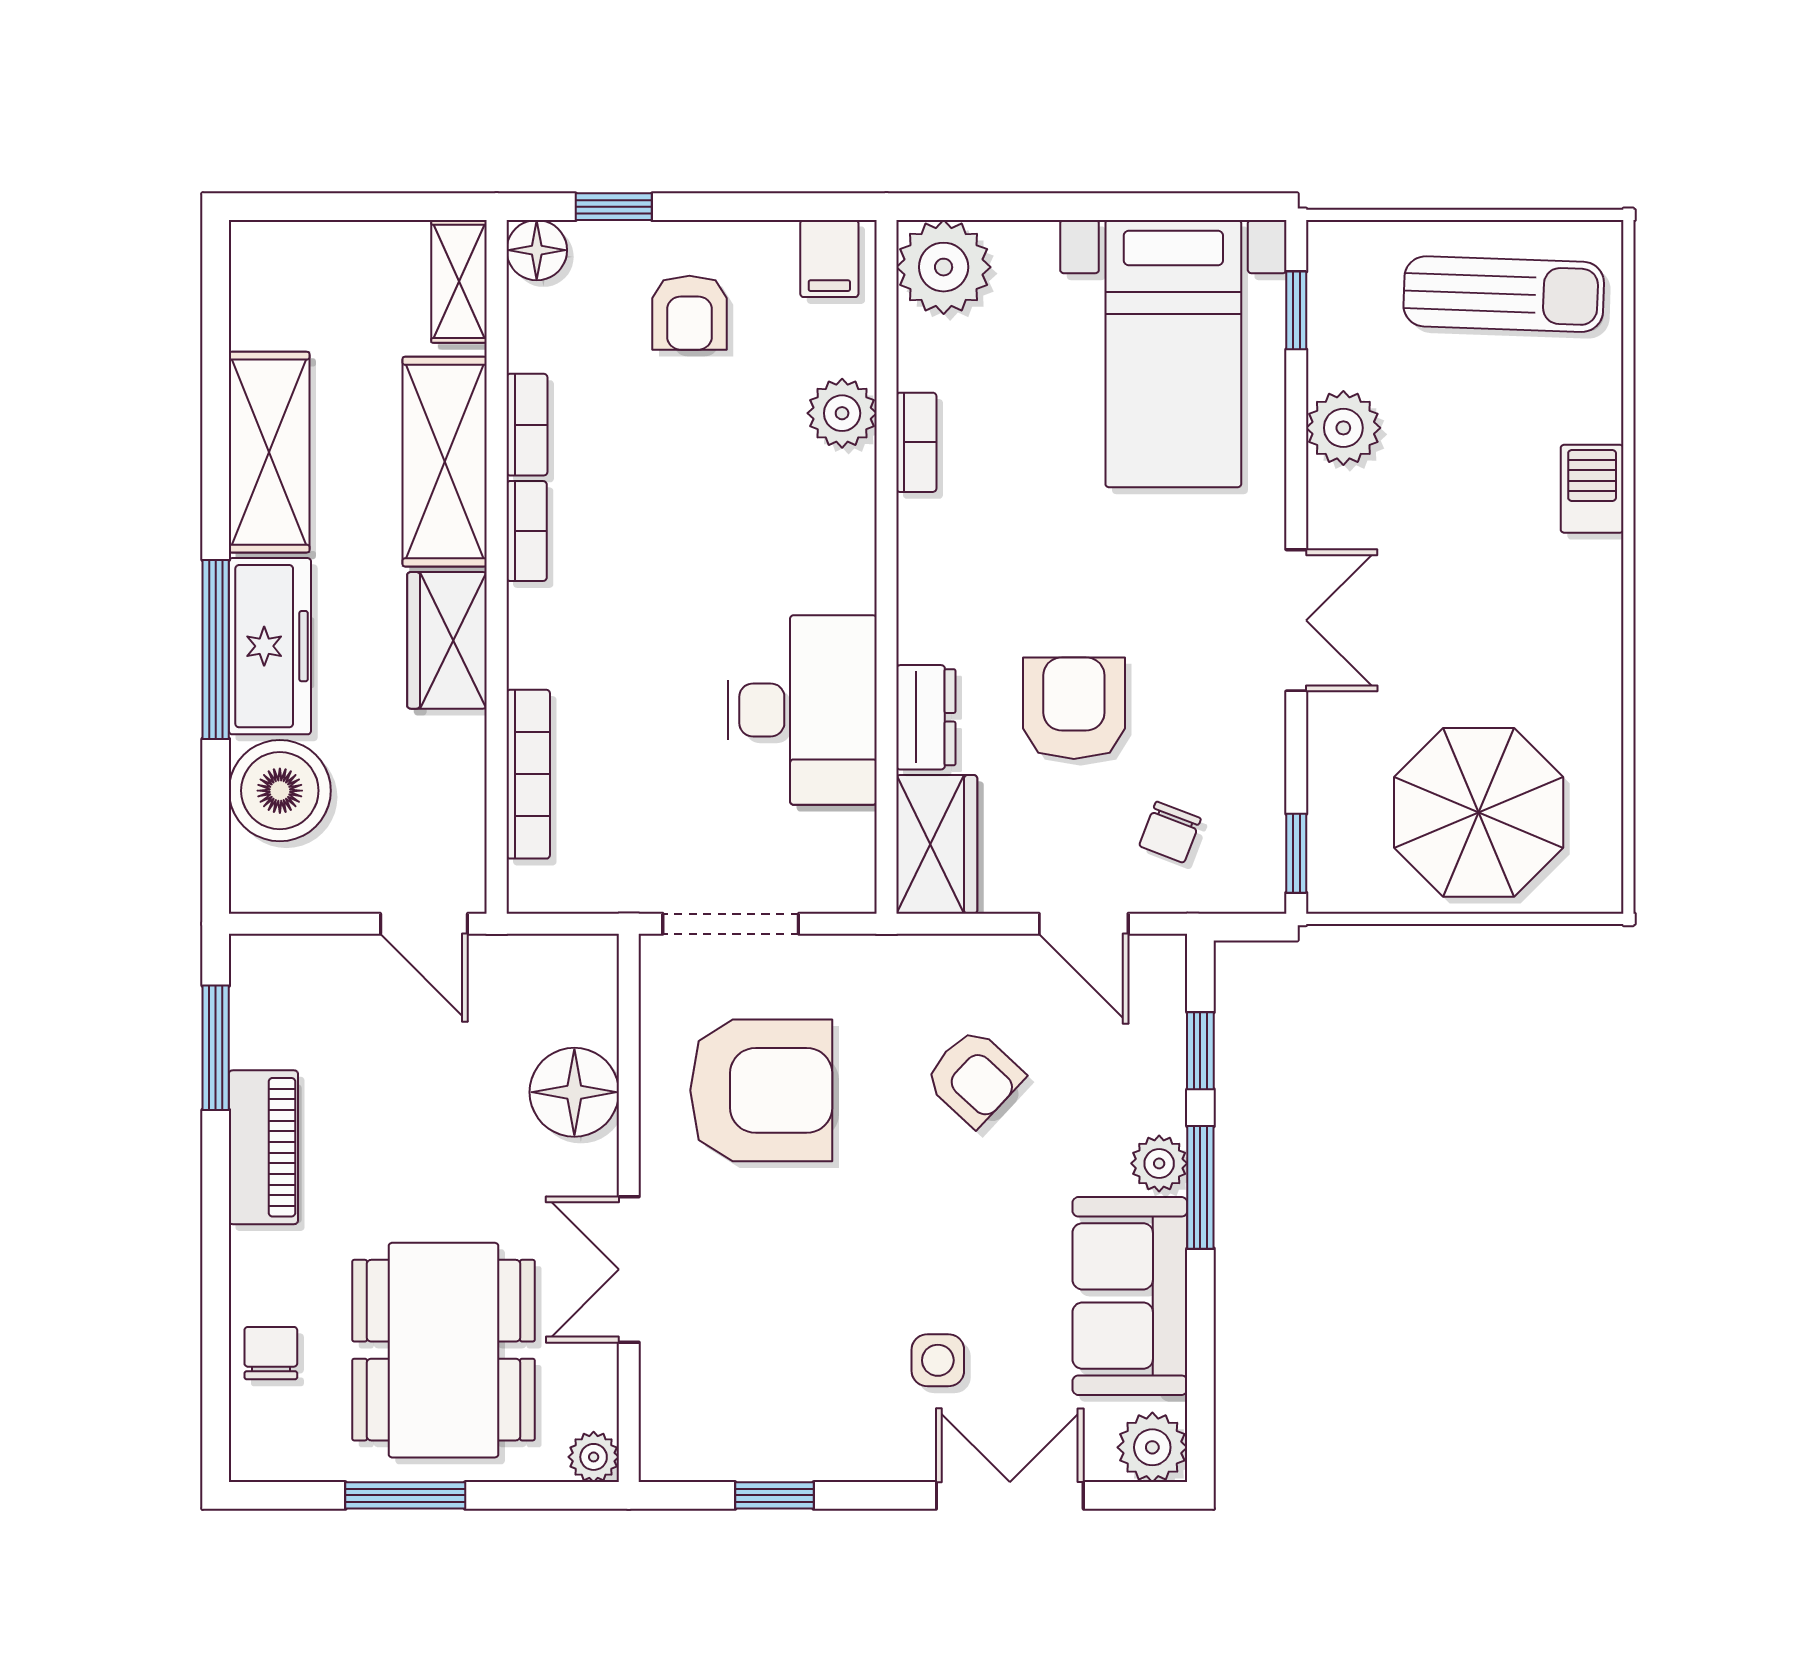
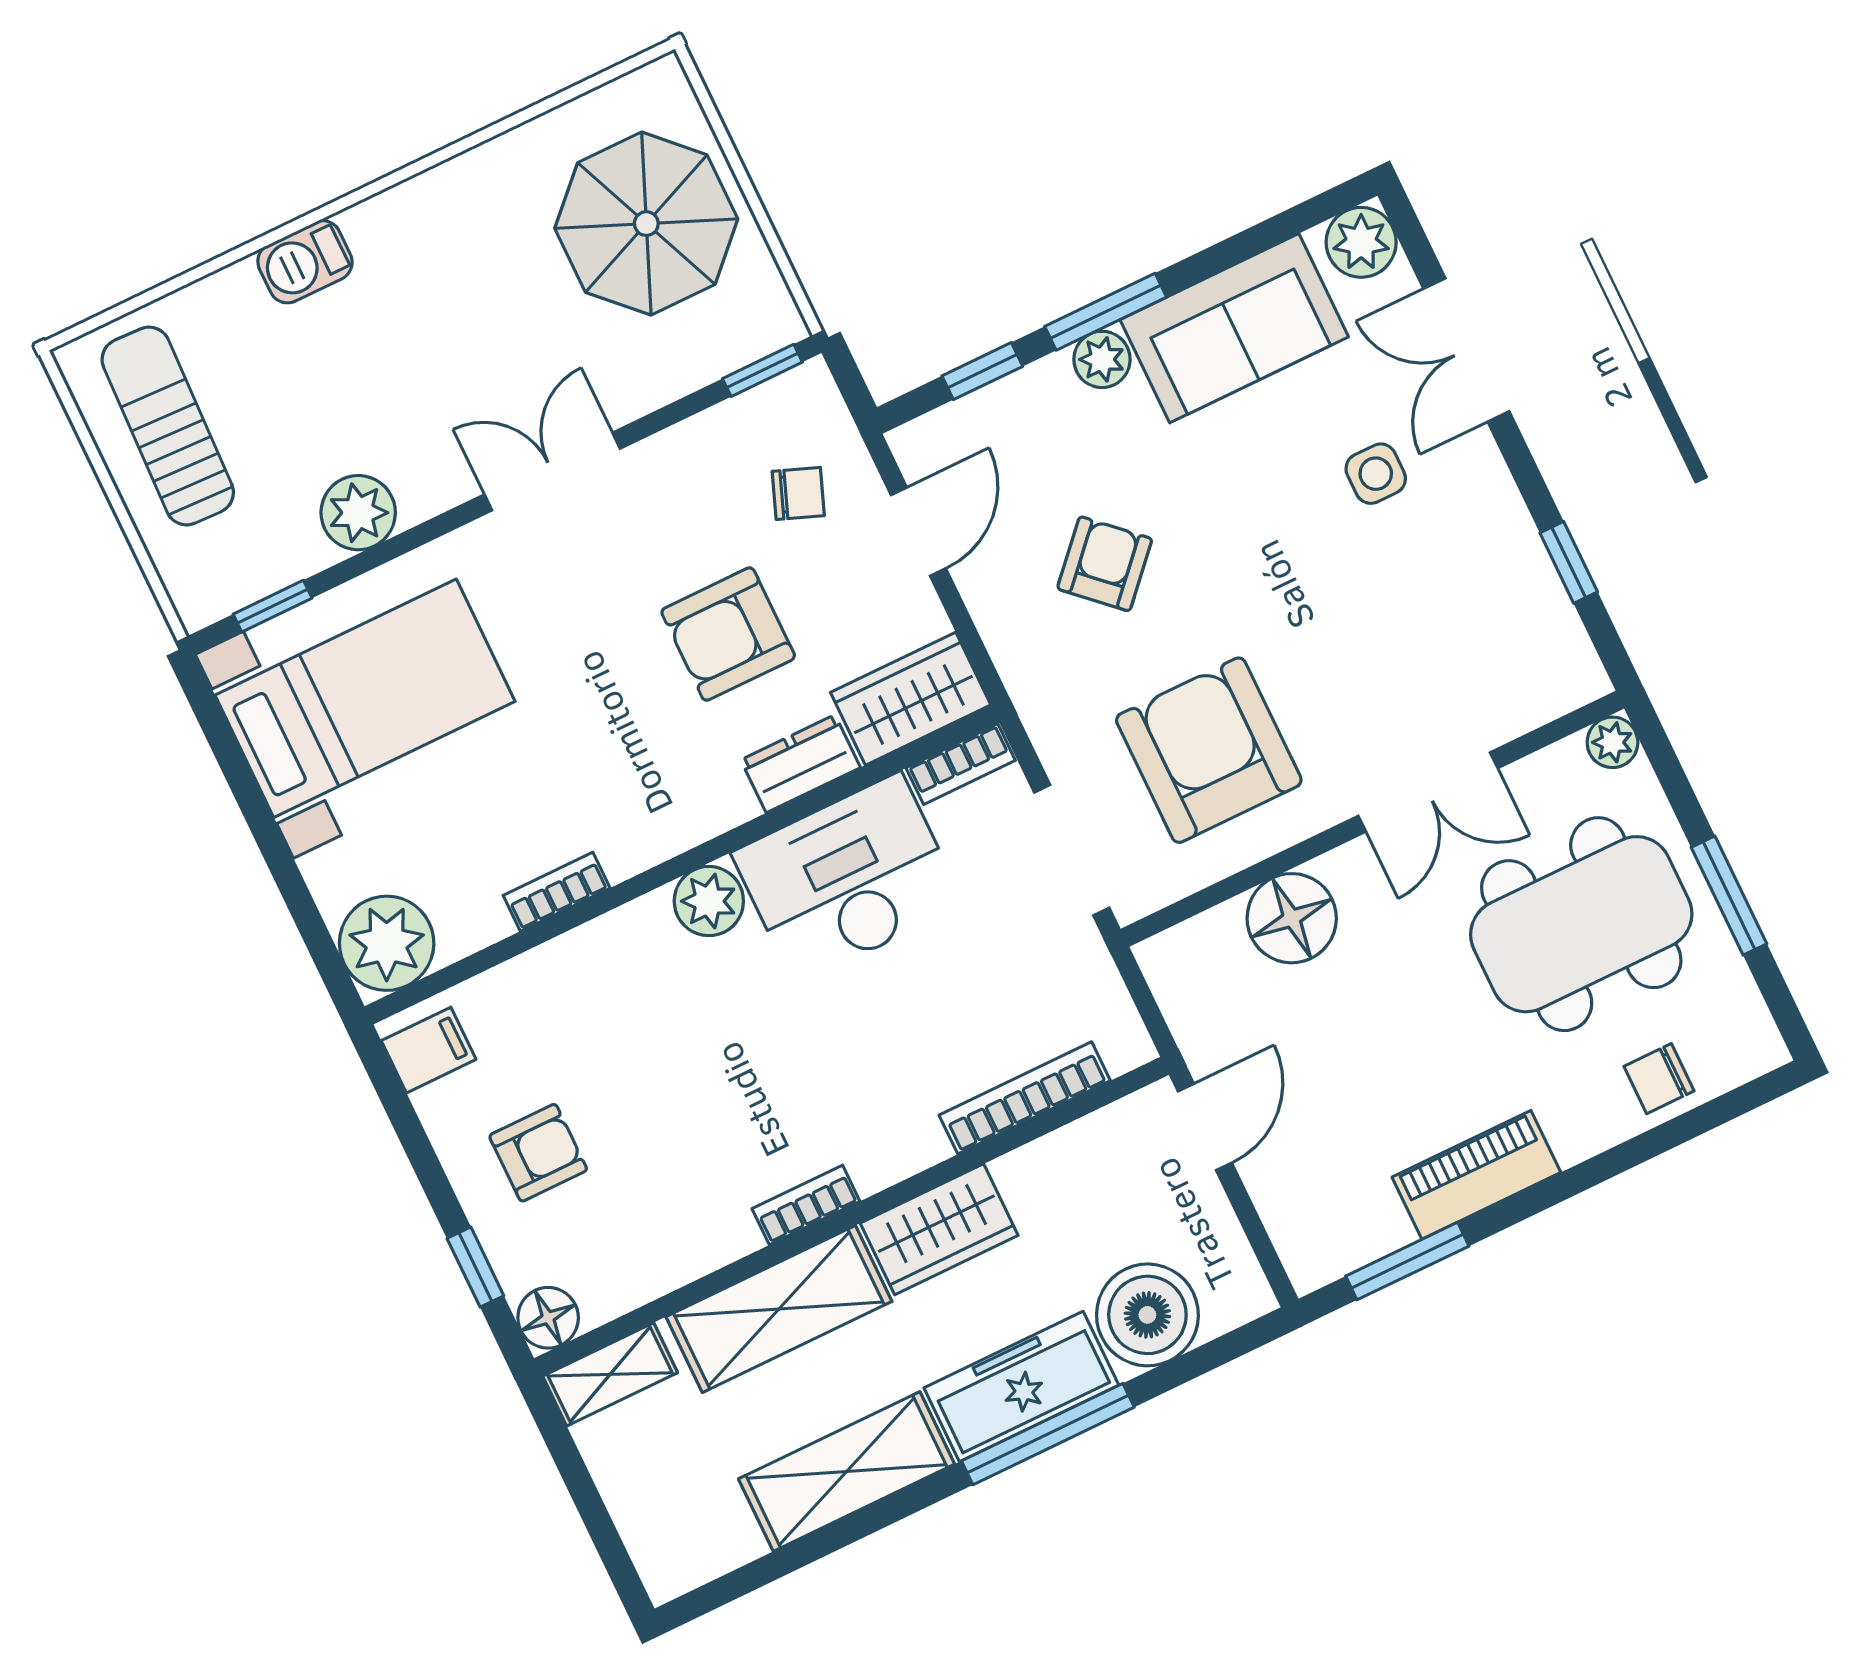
plant: (842, 413) -> (709, 901), moved
bookcase: (527, 425) -> (961, 764), moved, turned 180

